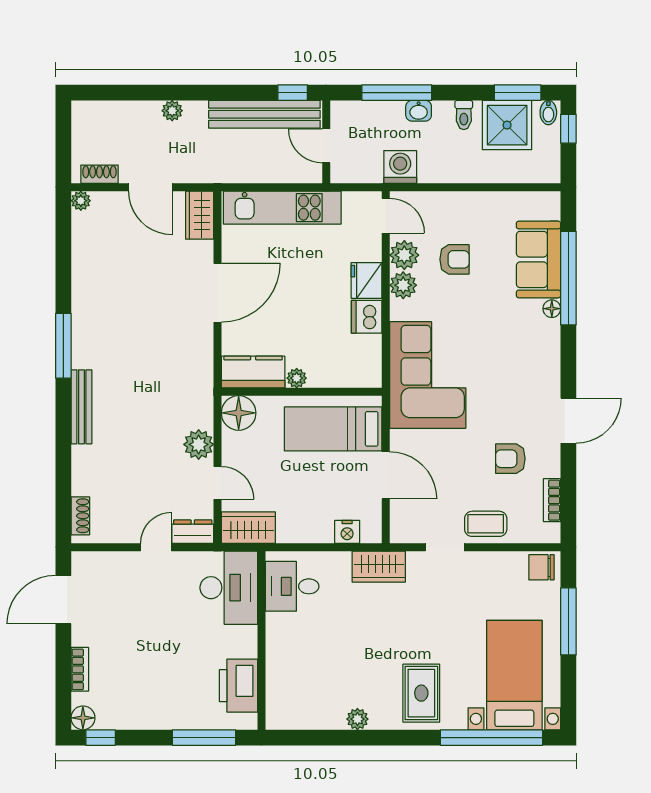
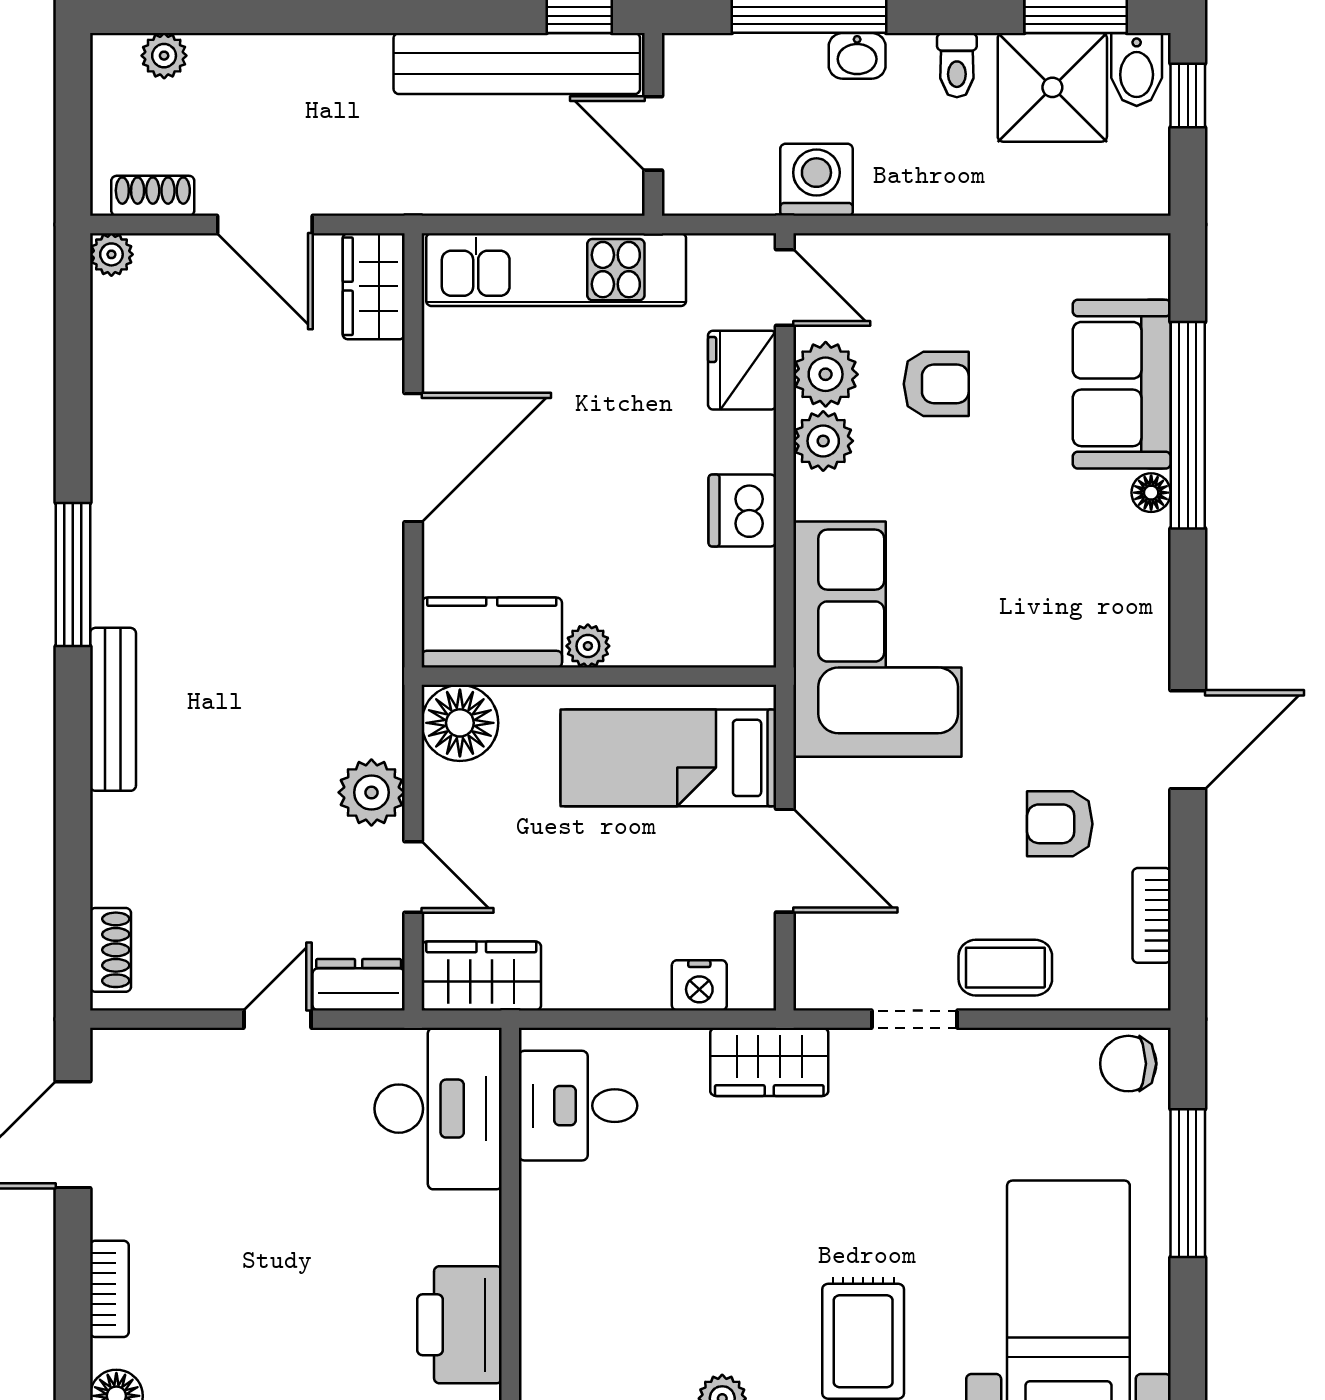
plant: (172, 111) -> (164, 56), moved
bidet: (548, 113) -> (1137, 69), width x1.38, depth x1.36
fridge: (366, 280) -> (742, 370), moved

